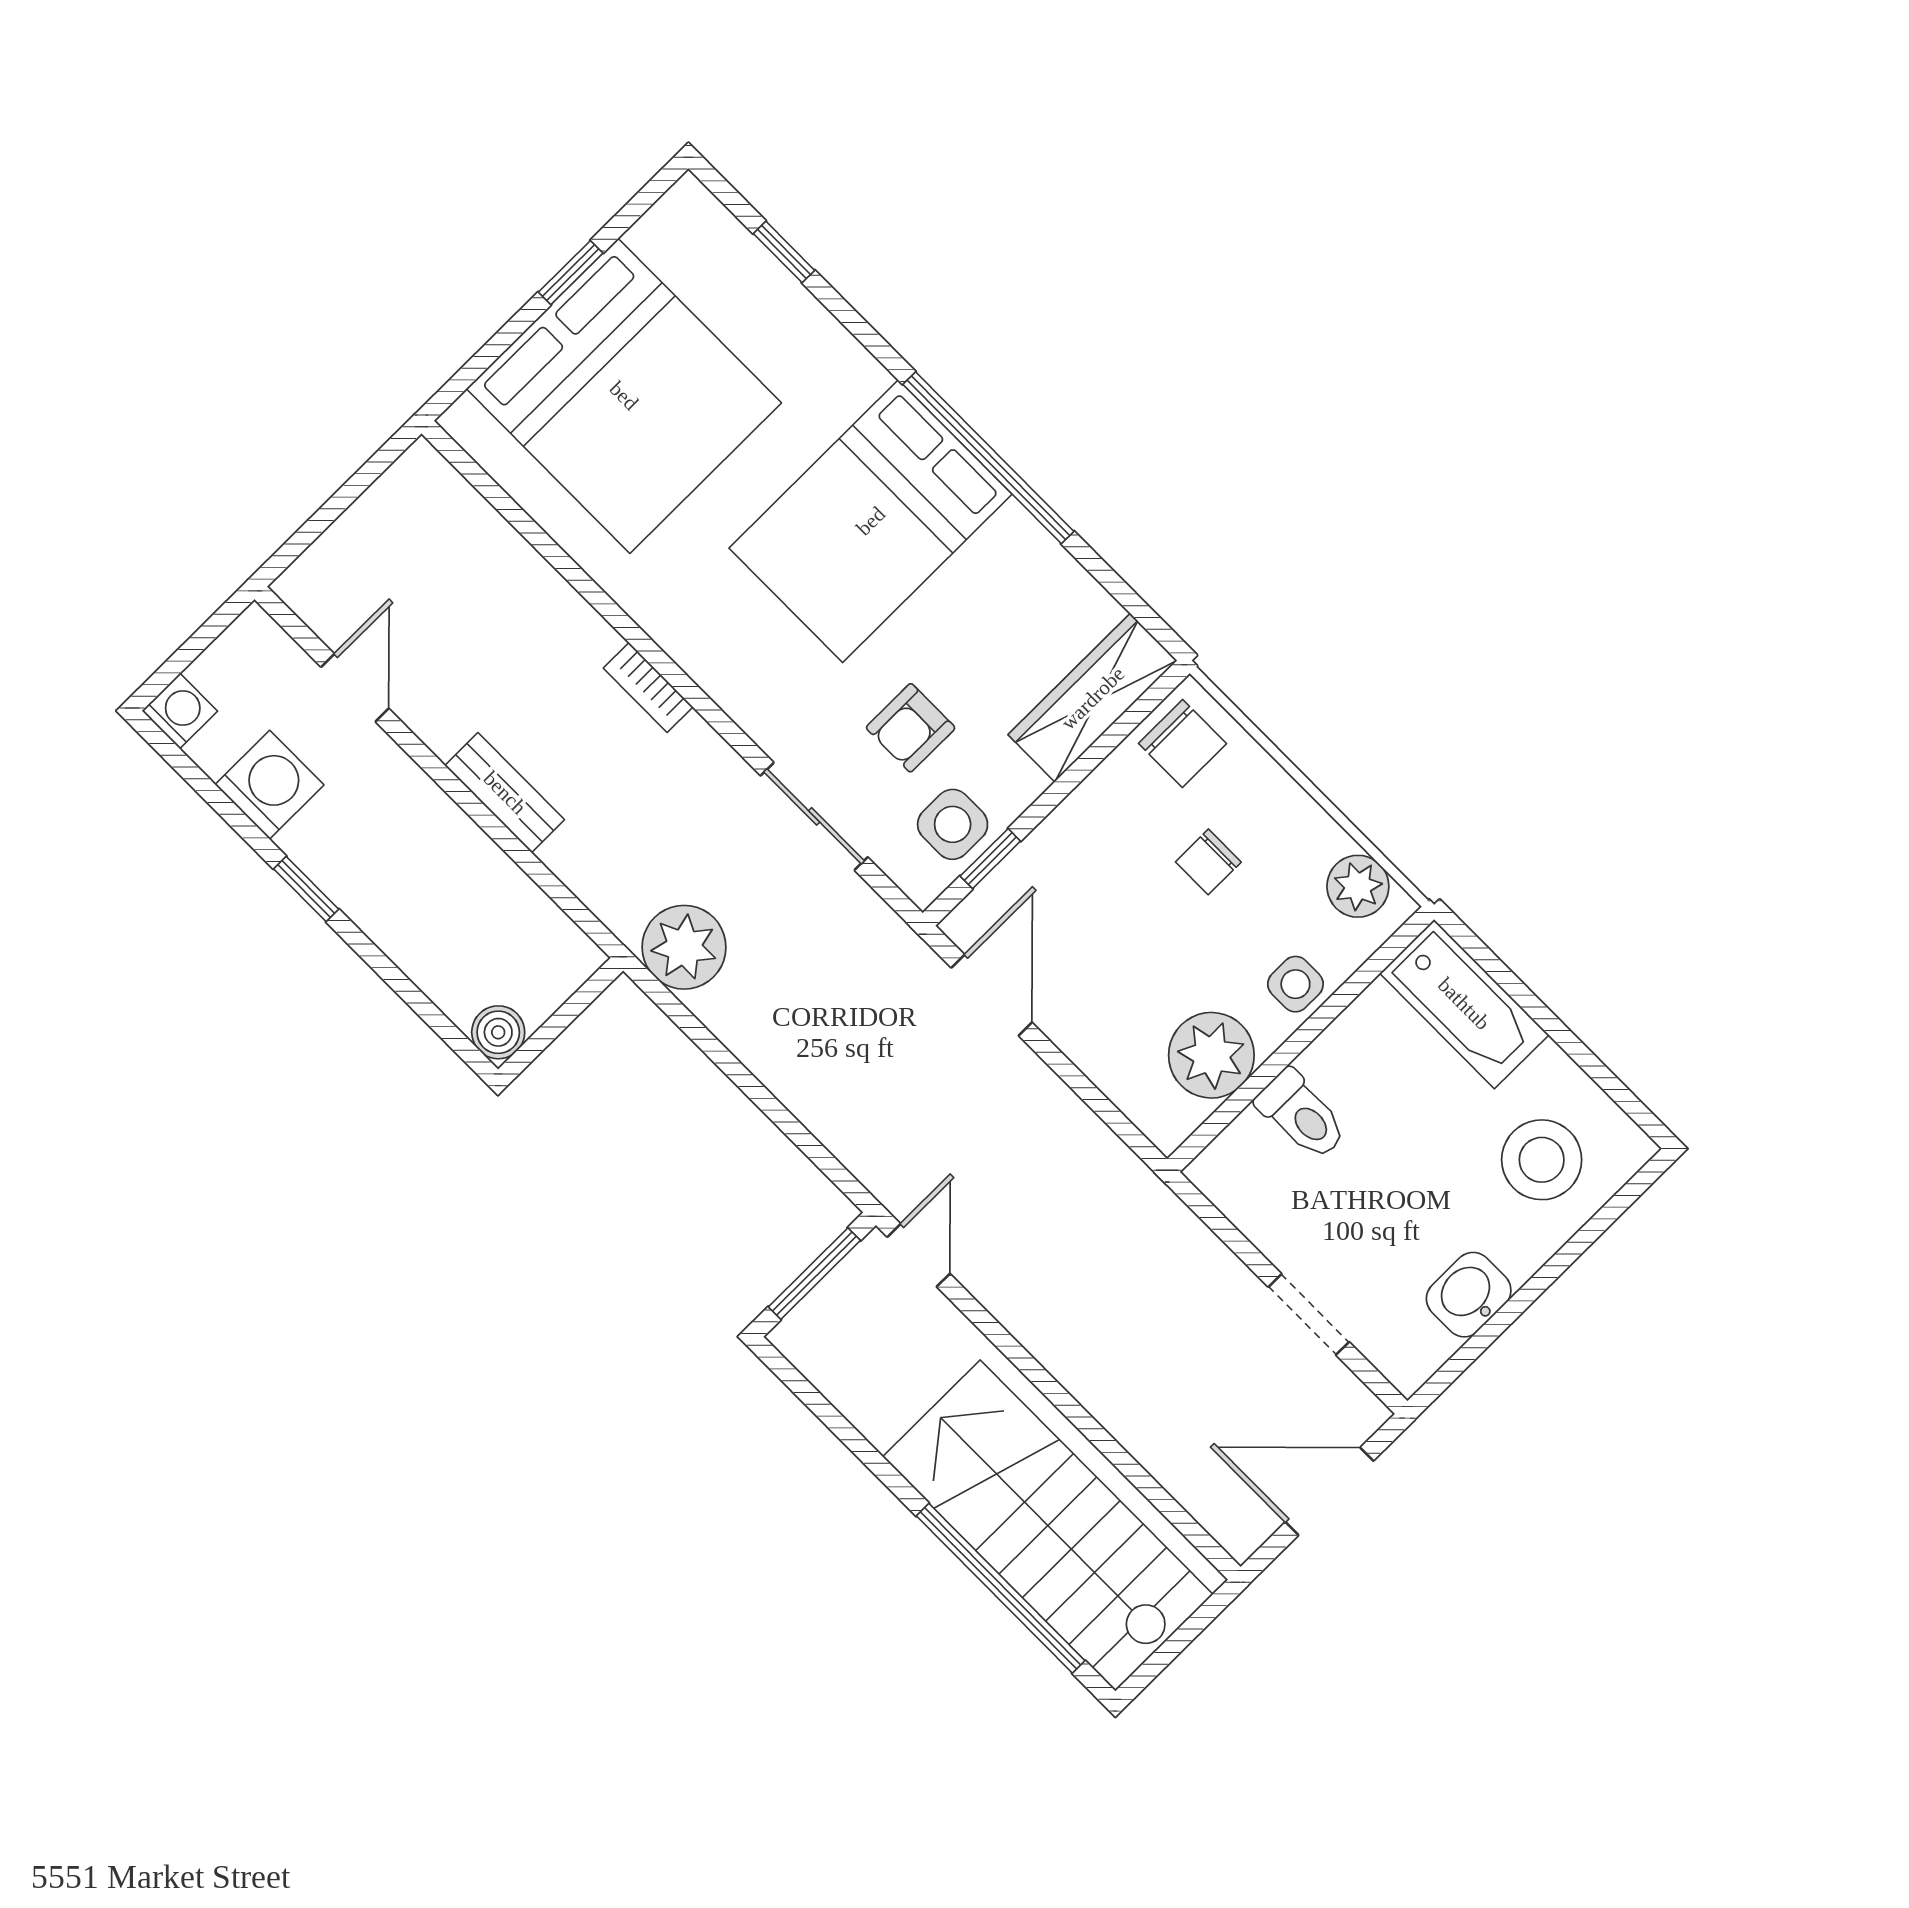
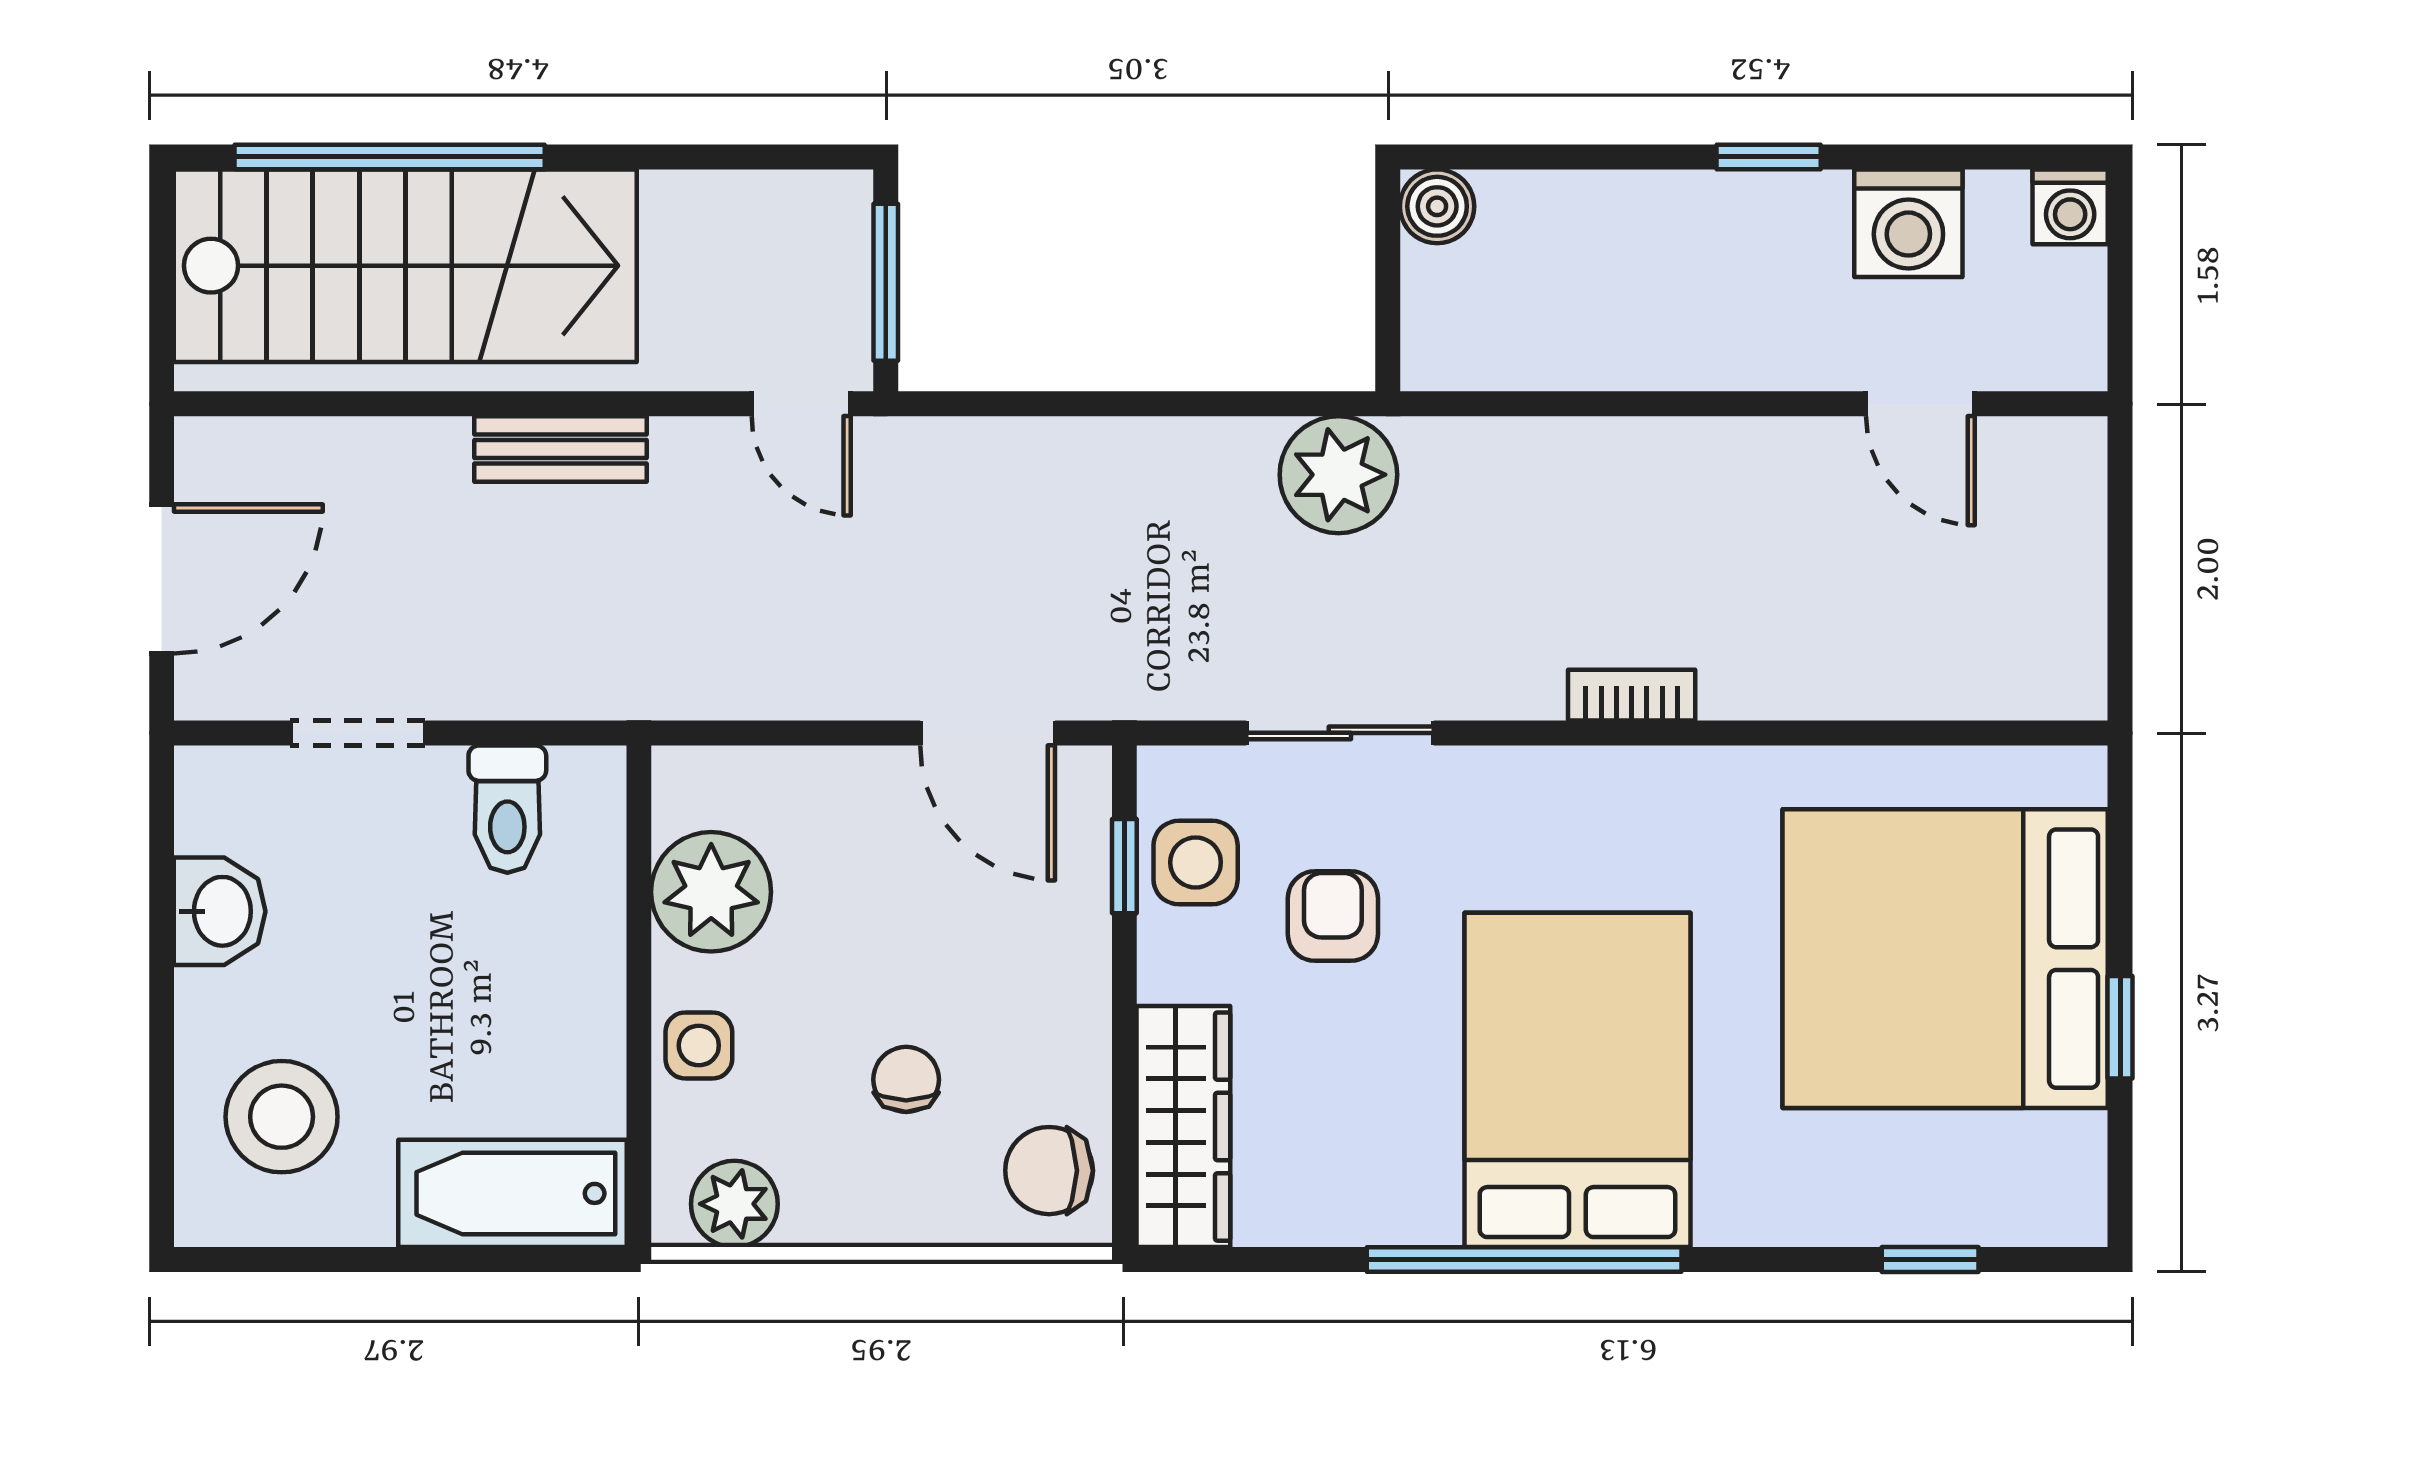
bench: (505, 793) -> (561, 449), moved
toilet: (1302, 1115) -> (507, 809), moved, turned -90

